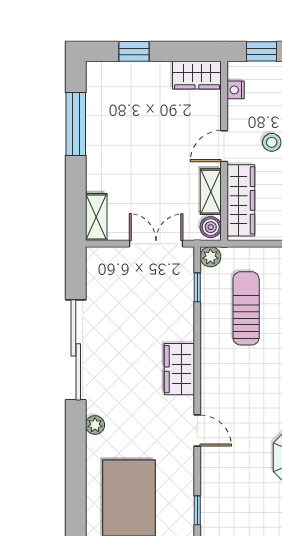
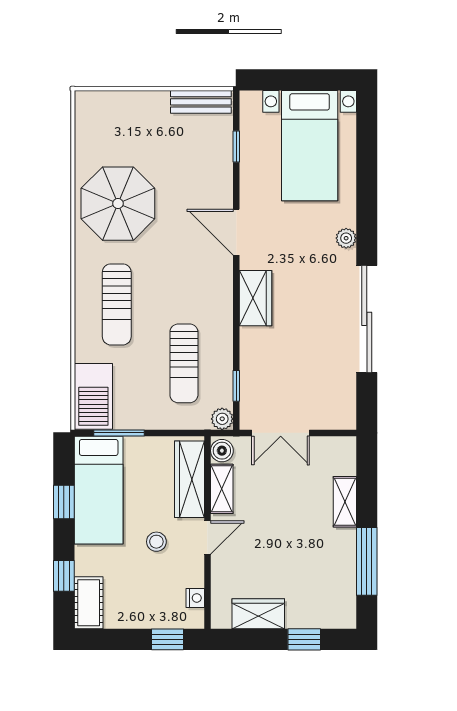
wardrobe: (197, 75) -> (258, 614), moved
shelving: (96, 217) -> (345, 502), moved
door: (197, 431) -> (236, 232), width x1.38

